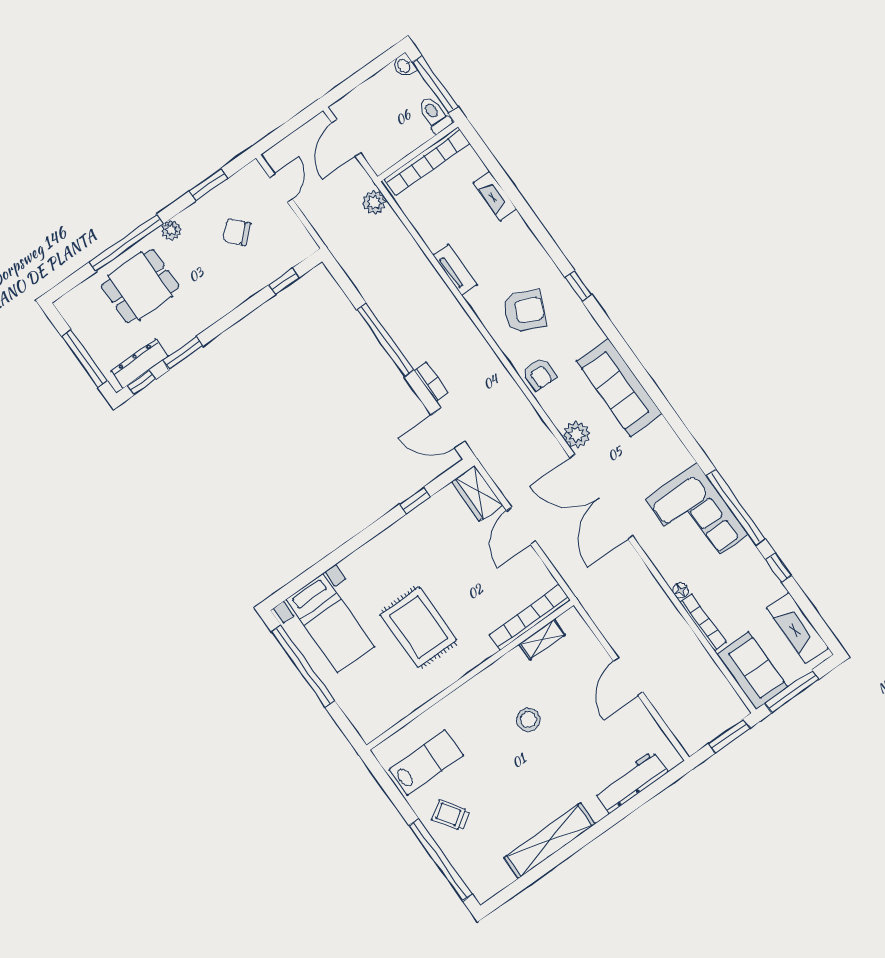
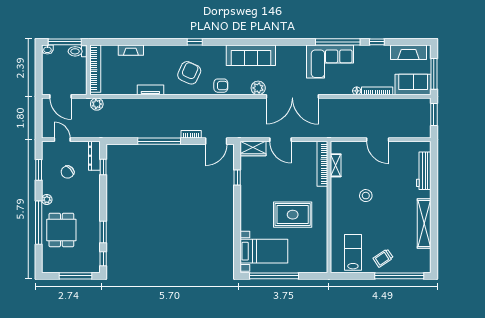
dresser: (140, 364) -> (94, 156), moved

